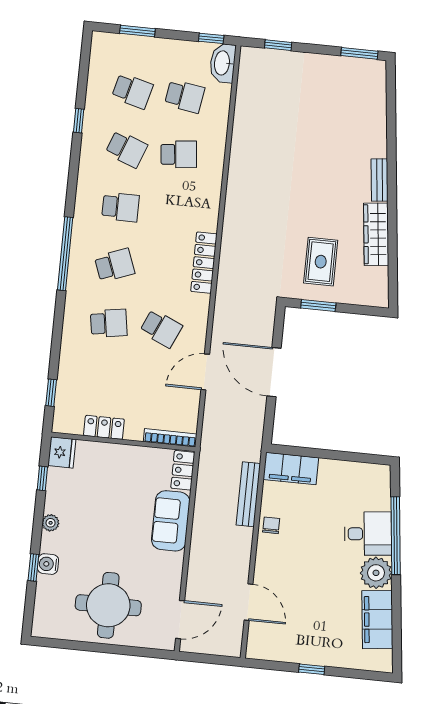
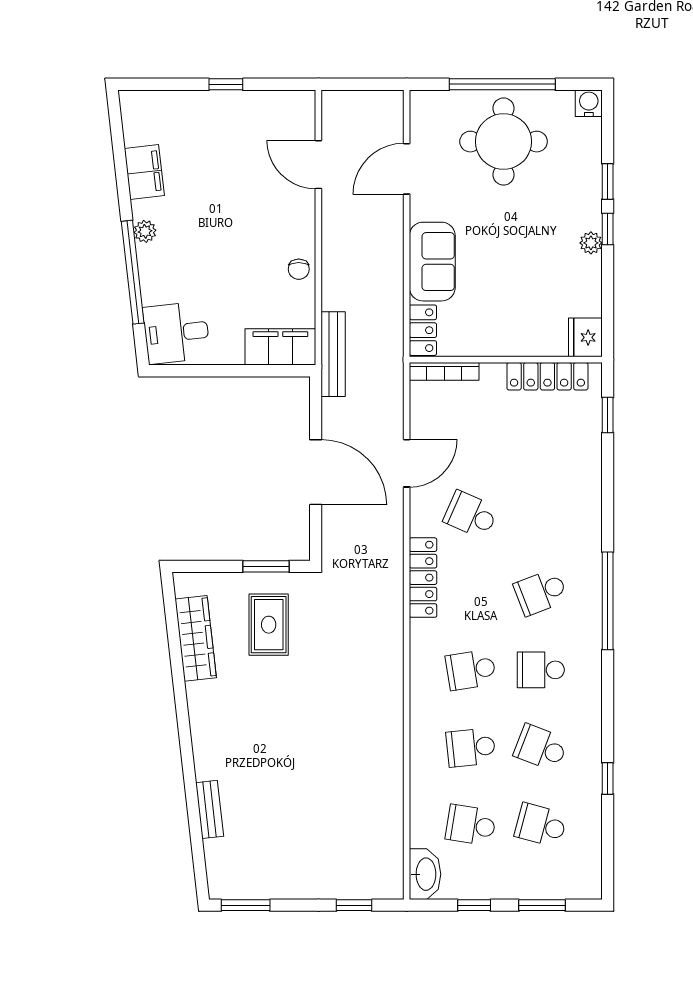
window: (211, 38) -> (474, 905), moved
bench: (379, 180) -> (210, 809), moved
wardrobe: (376, 234) -> (196, 638), moved
locker: (204, 263) -> (423, 578), moved
school desk: (109, 323) -> (471, 670), moved
locker: (104, 427) -> (547, 376), width x1.53
window: (42, 478) -> (608, 229), moved
bench: (248, 494) -> (333, 354), moved
desk: (368, 534) -> (176, 333), moved
water cooler: (48, 564) -> (589, 103), moved, turned -90
plant: (376, 573) -> (145, 231), width x0.53, depth x0.53
filing cabinet: (377, 619) -> (144, 172), width x0.67, depth x0.86
door: (180, 620) -> (407, 169), moved
window: (105, 648) -> (502, 84), added

